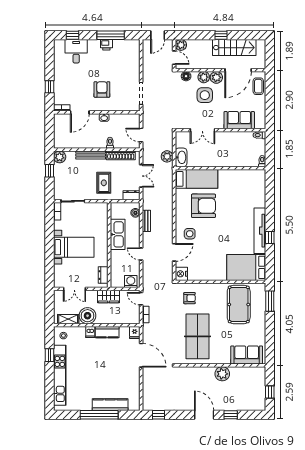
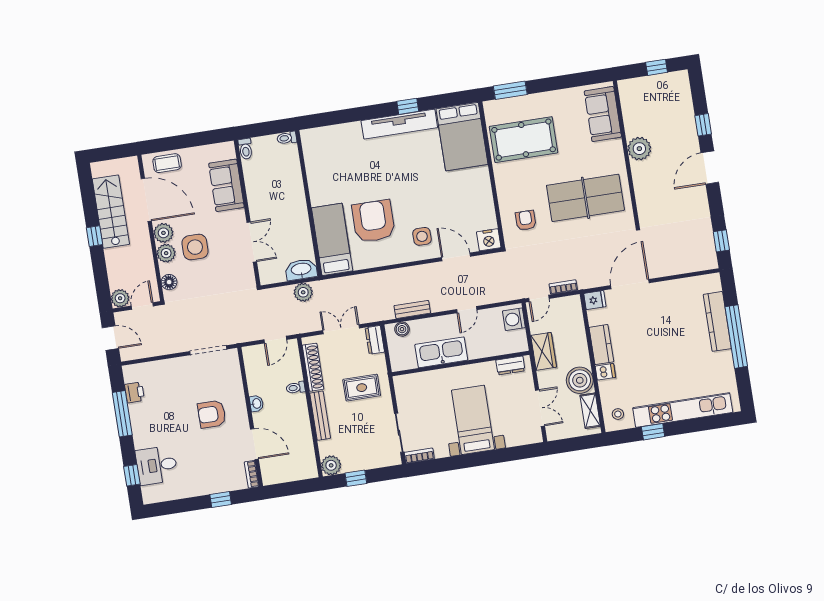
printer: (106, 45) -> (135, 392), moved

